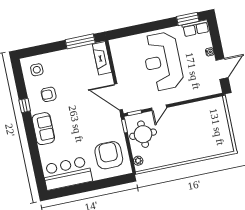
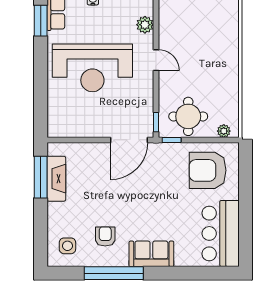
fireplace: (102, 58) -> (56, 179), moved, turned -90
plant: (200, 91) -> (145, 25), added
armchair: (49, 94) -> (105, 236), turned 180
window: (25, 105) -> (114, 273), width x3.17
door: (159, 108) -> (156, 60), moved

